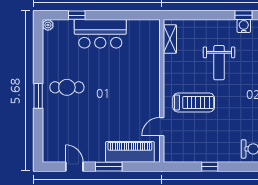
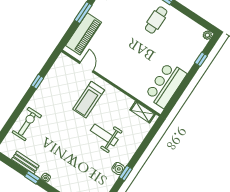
bar counter: (100, 34) -> (166, 85), moved

